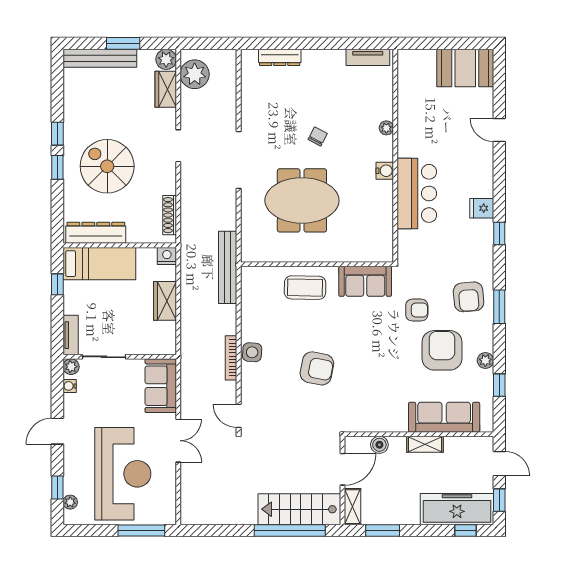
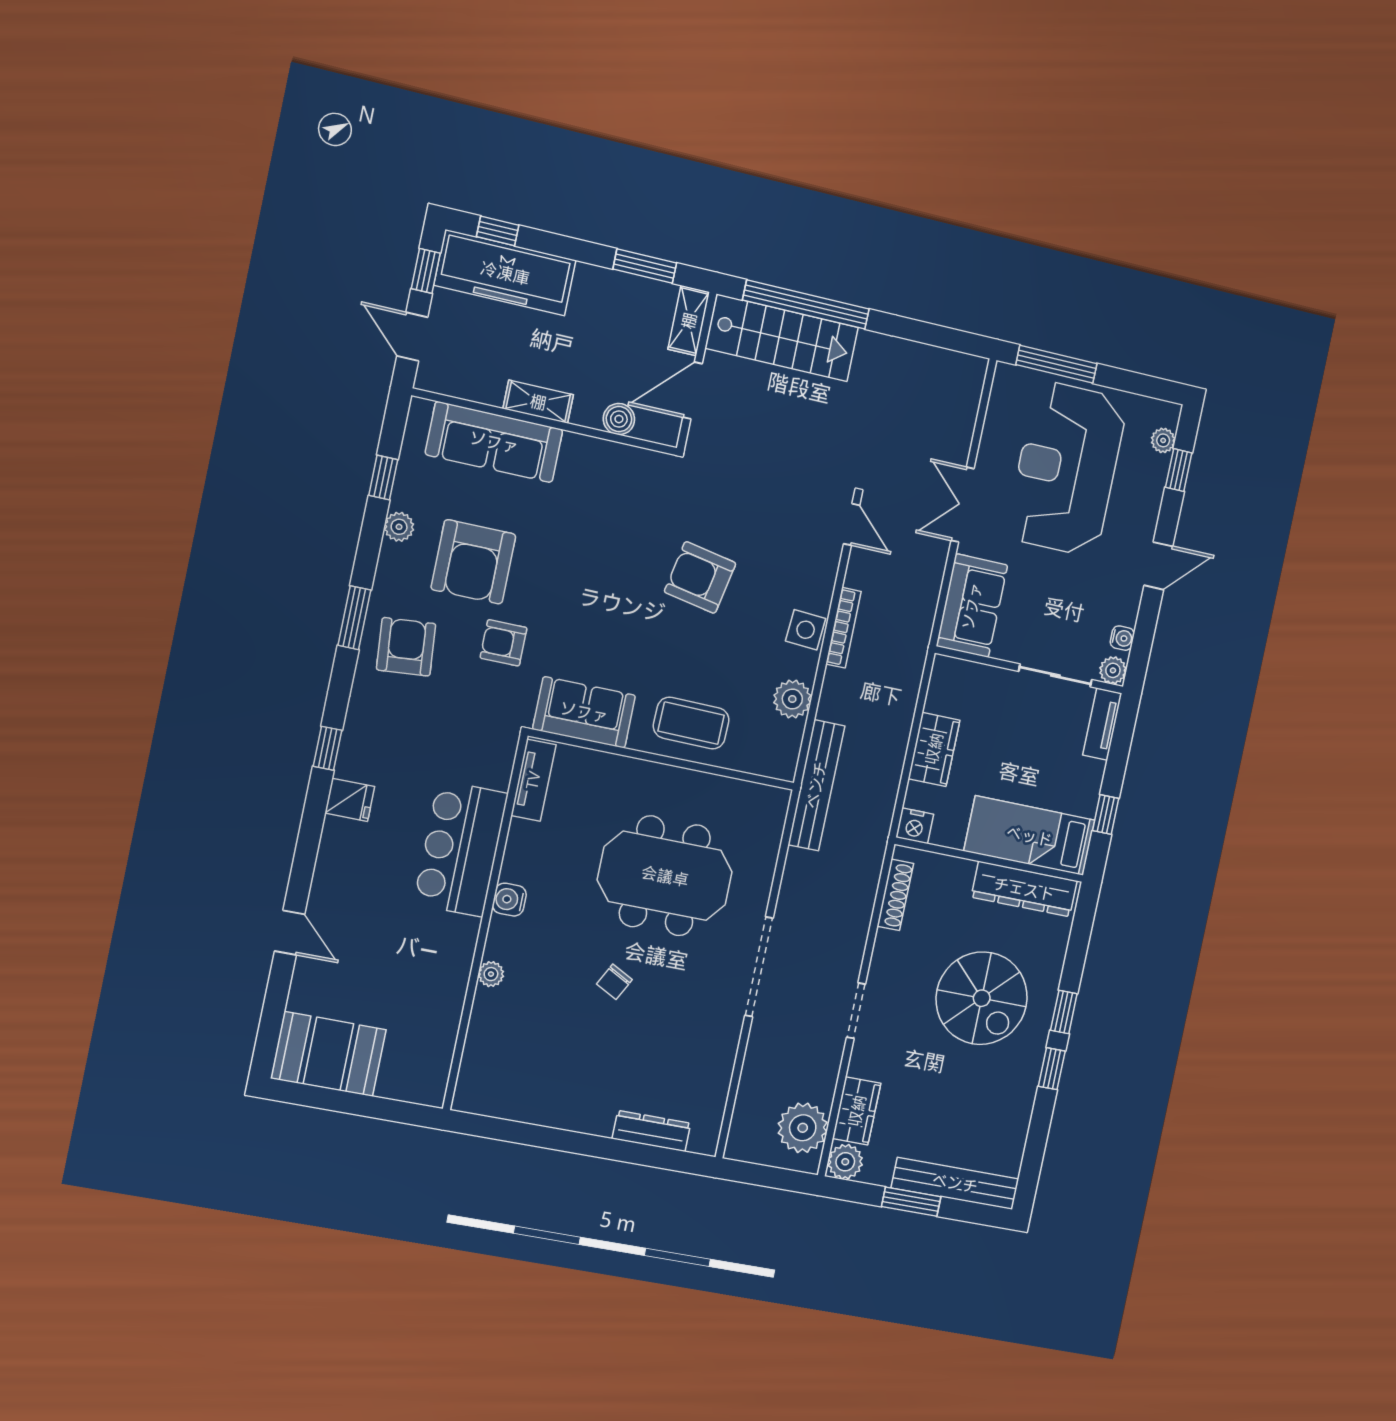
tv unit: (368, 57) -> (533, 780), moved, turned 90
plant: (251, 312) -> (792, 699), added

